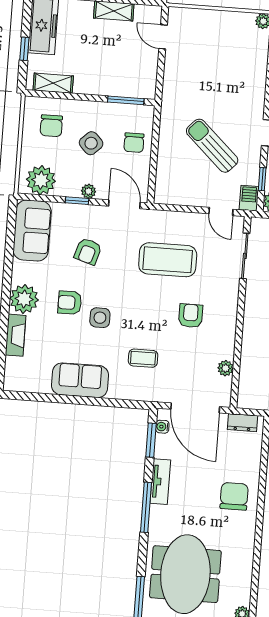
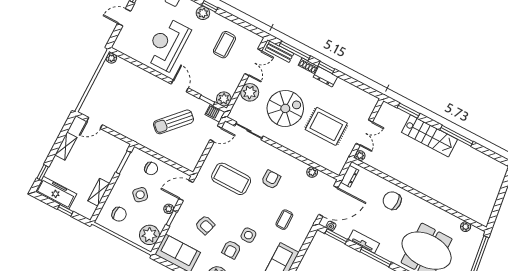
shelving: (53, 83) -> (99, 192), moved
coffee table: (168, 260) -> (231, 179), turned 90
armchair: (191, 316) -> (271, 180), turned 90

